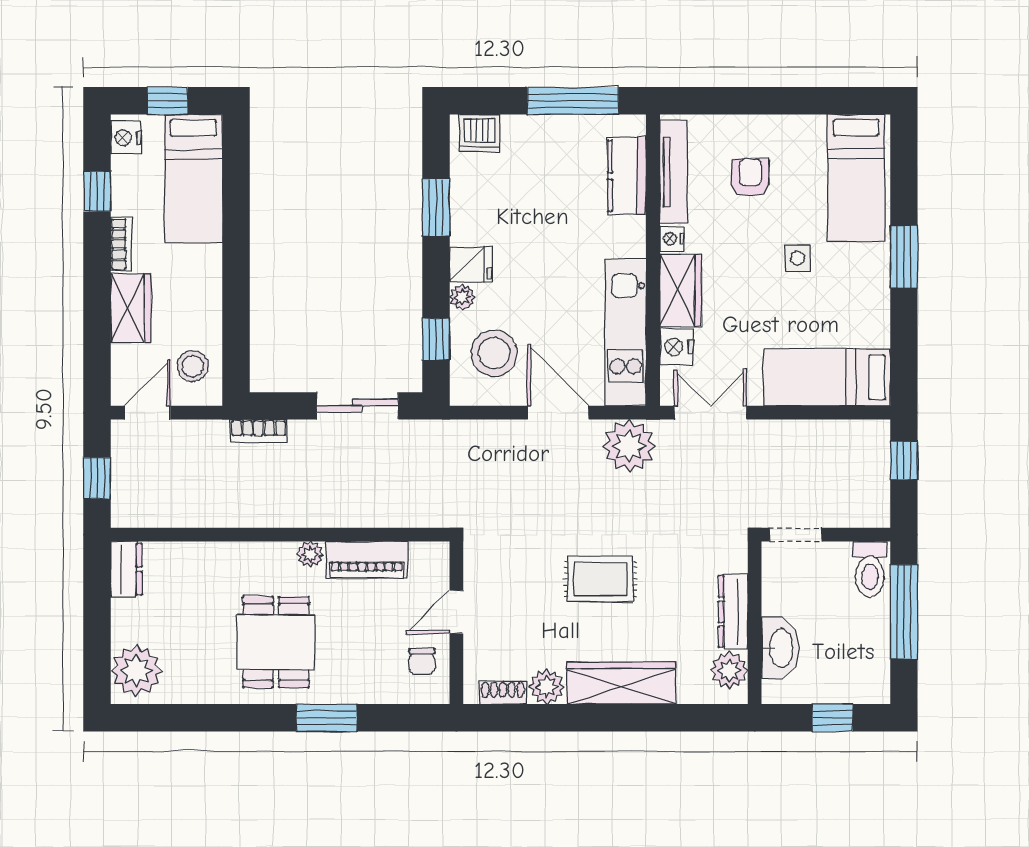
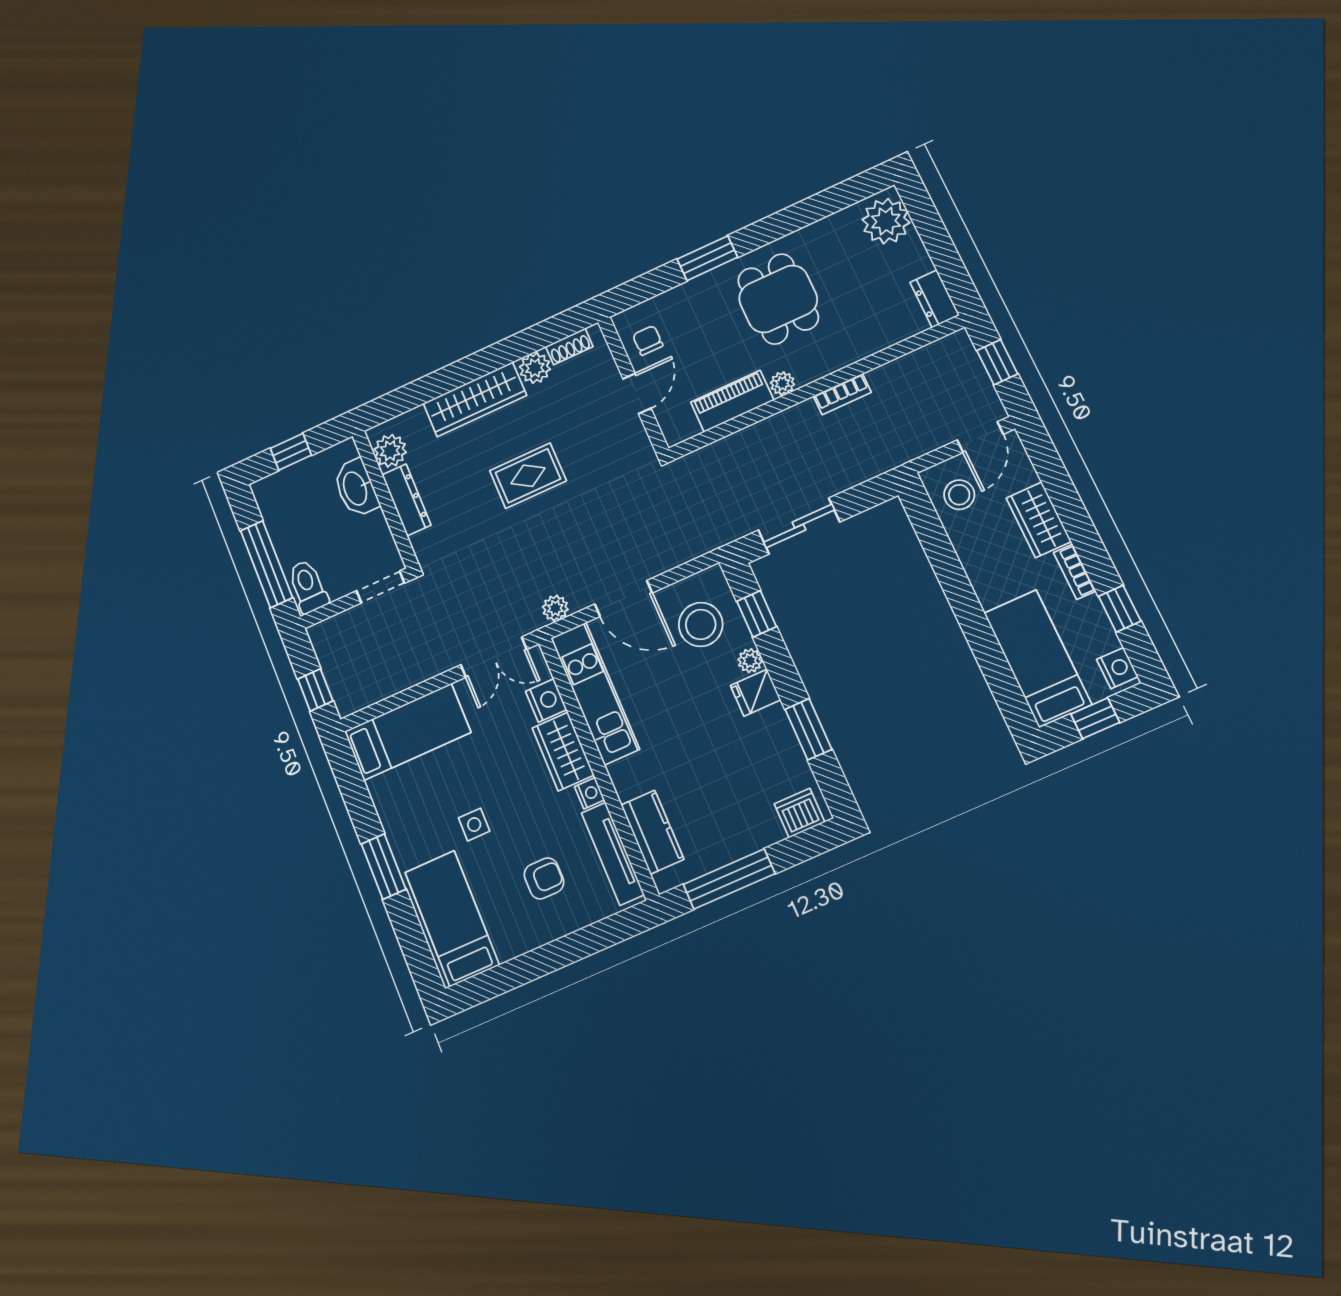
armchair: (750, 177) -> (544, 878), turned -90
bookcase: (258, 431) -> (842, 394), moved, turned 180
plant: (629, 446) -> (555, 608), width x0.53, depth x0.53

